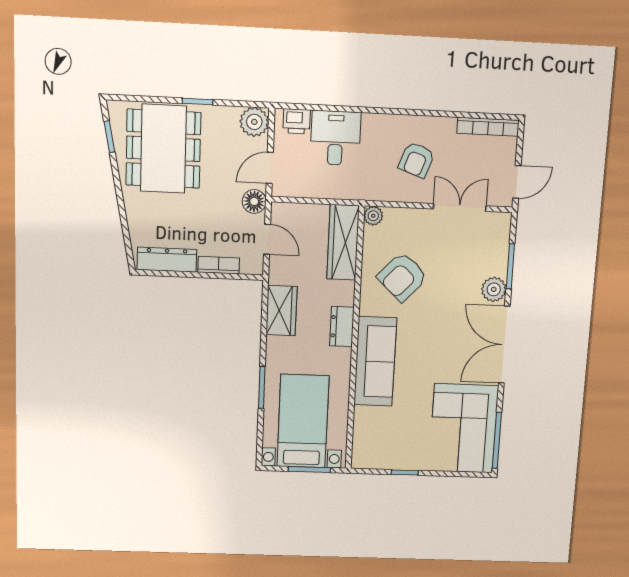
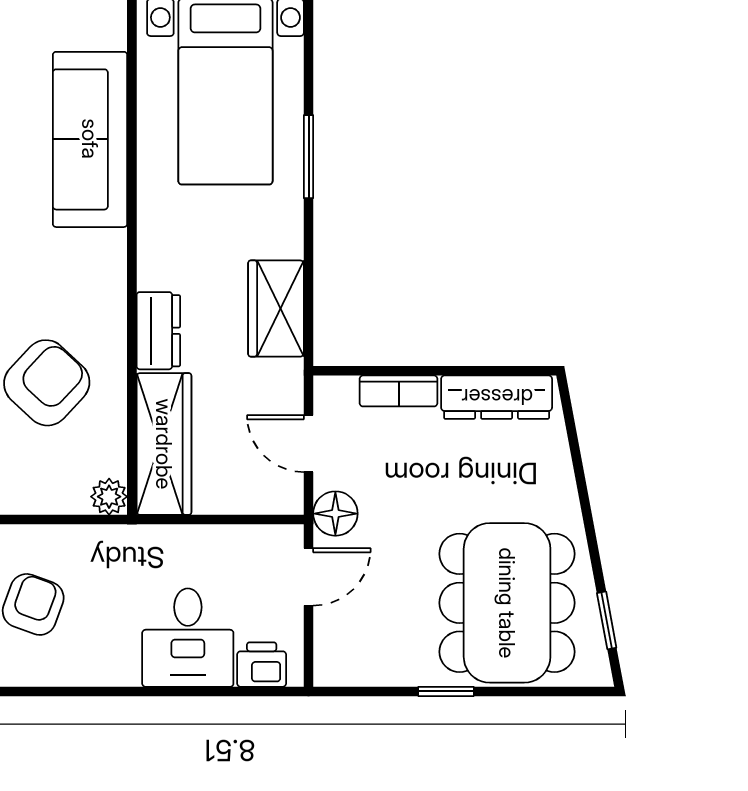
plant: (254, 122) -> (340, 660), removed
dresser: (342, 327) -> (158, 331), moved
sofa: (375, 361) -> (90, 139), moved

